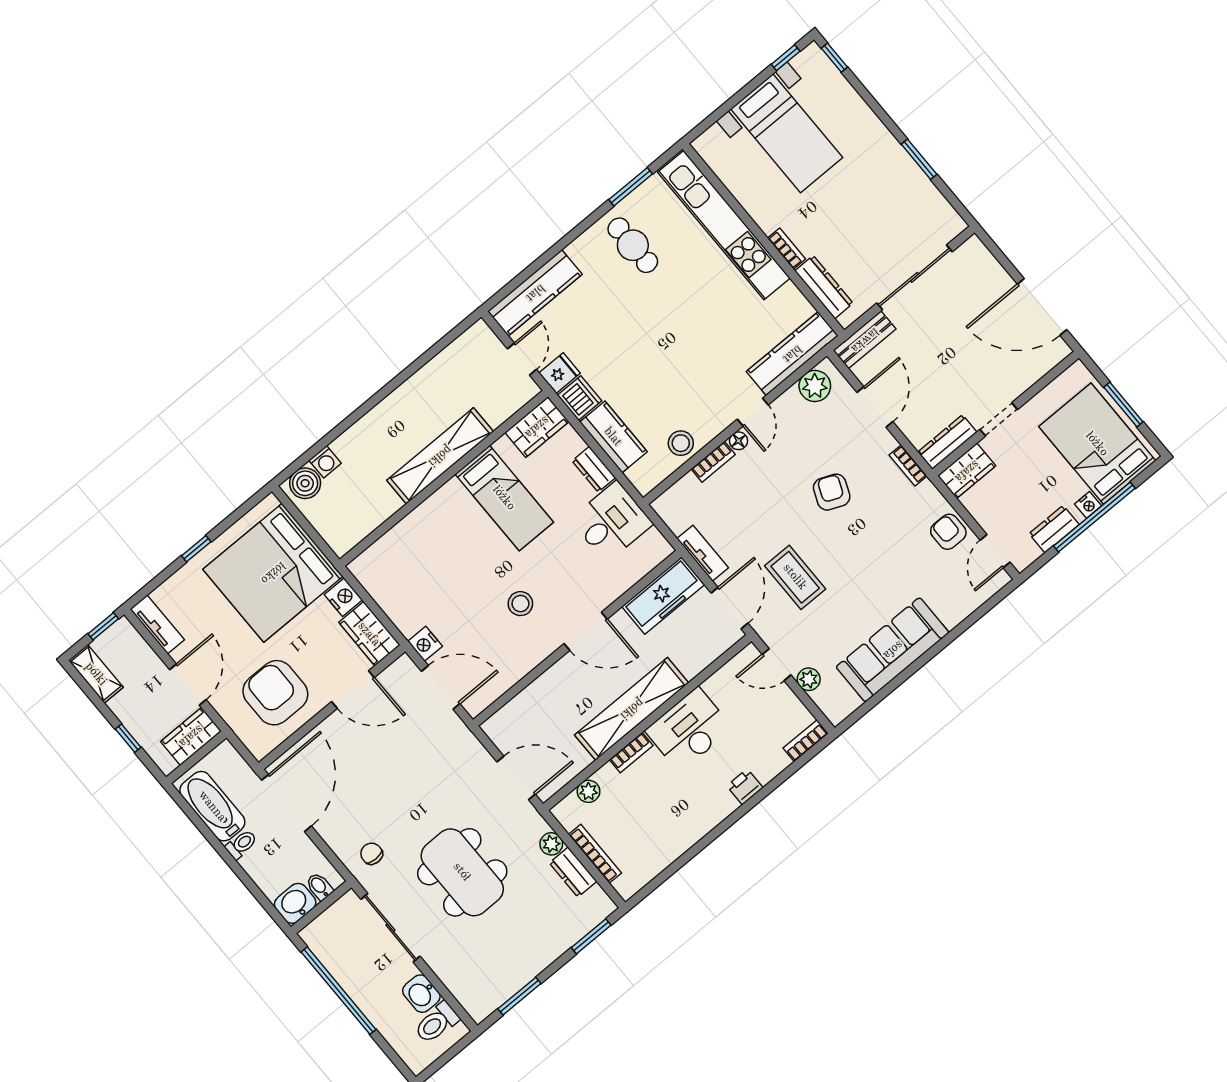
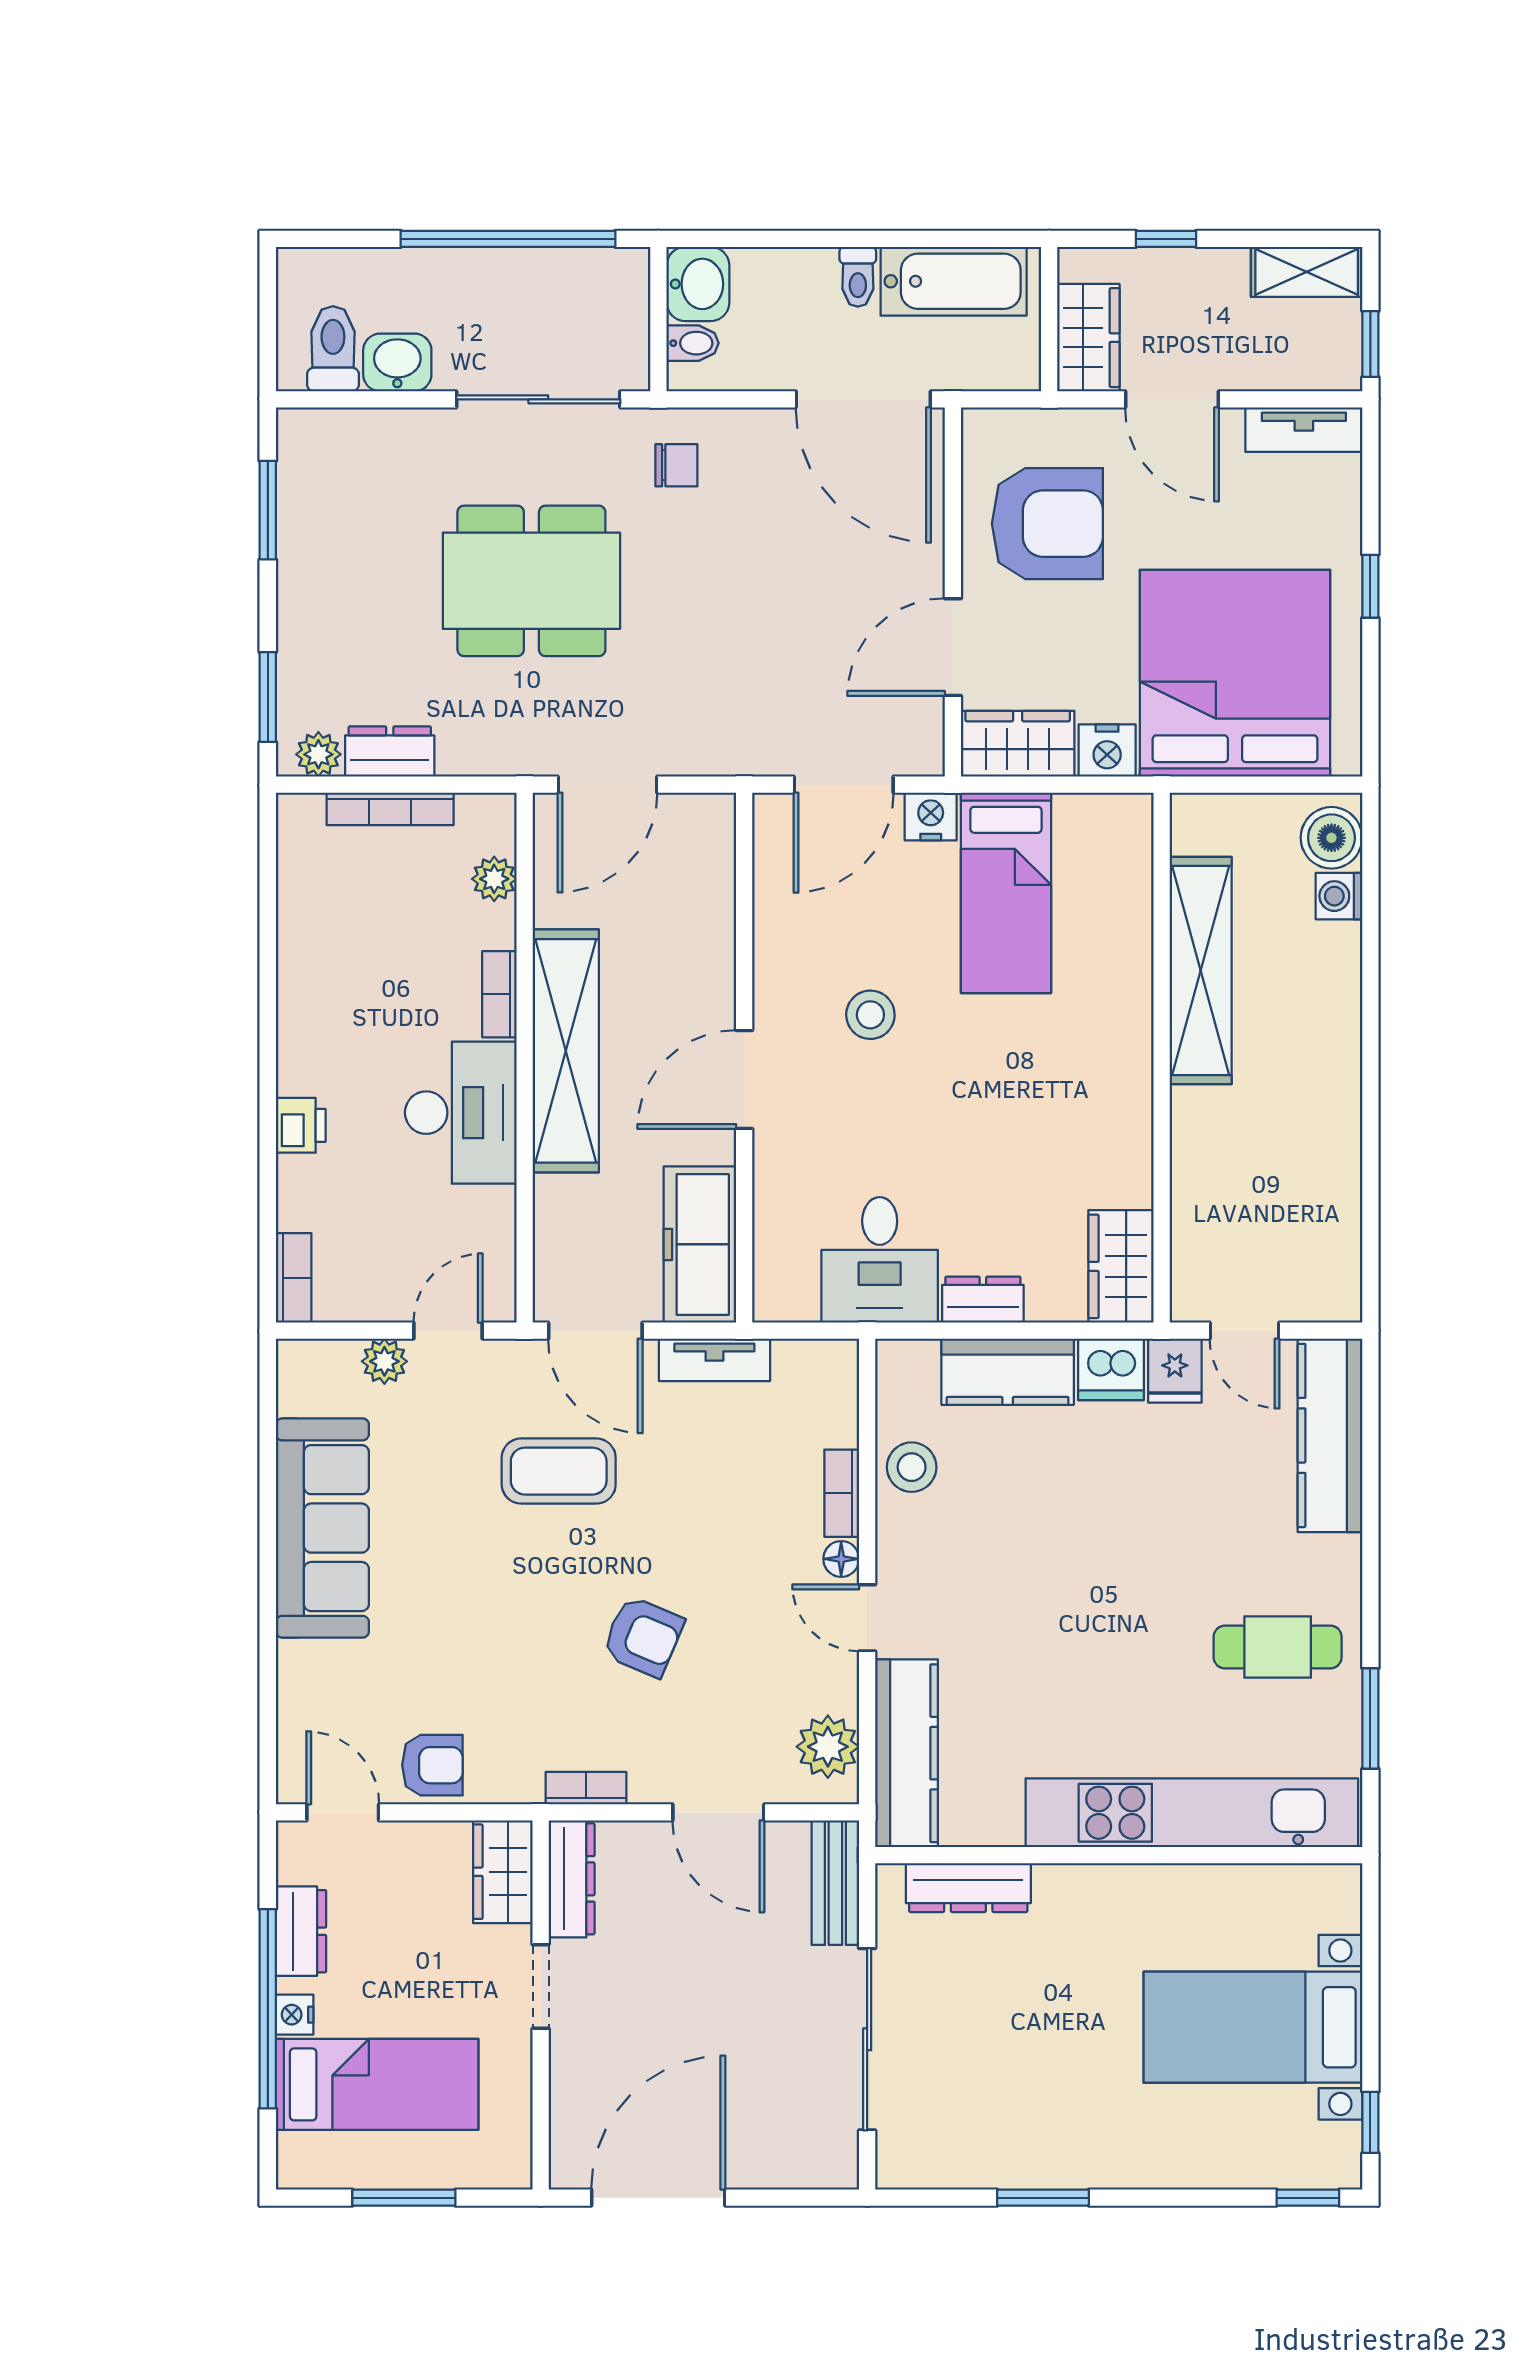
bookcase: (787, 249) -> (1075, 1879), removed
bed: (1097, 444) -> (377, 2084), width x0.67
shelving: (440, 456) -> (1201, 971), moved
bed: (504, 498) -> (1006, 893), moved, turned -90
plant: (551, 844) -> (318, 754), moved

